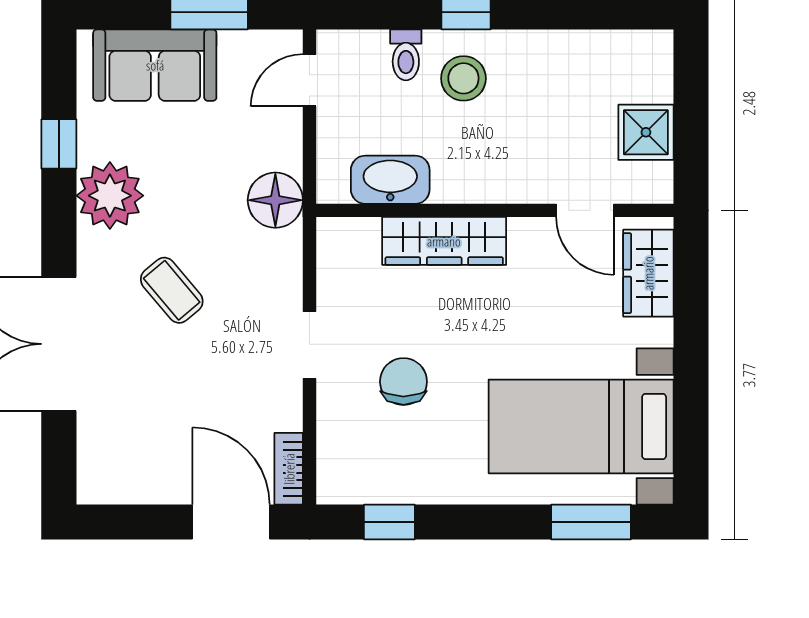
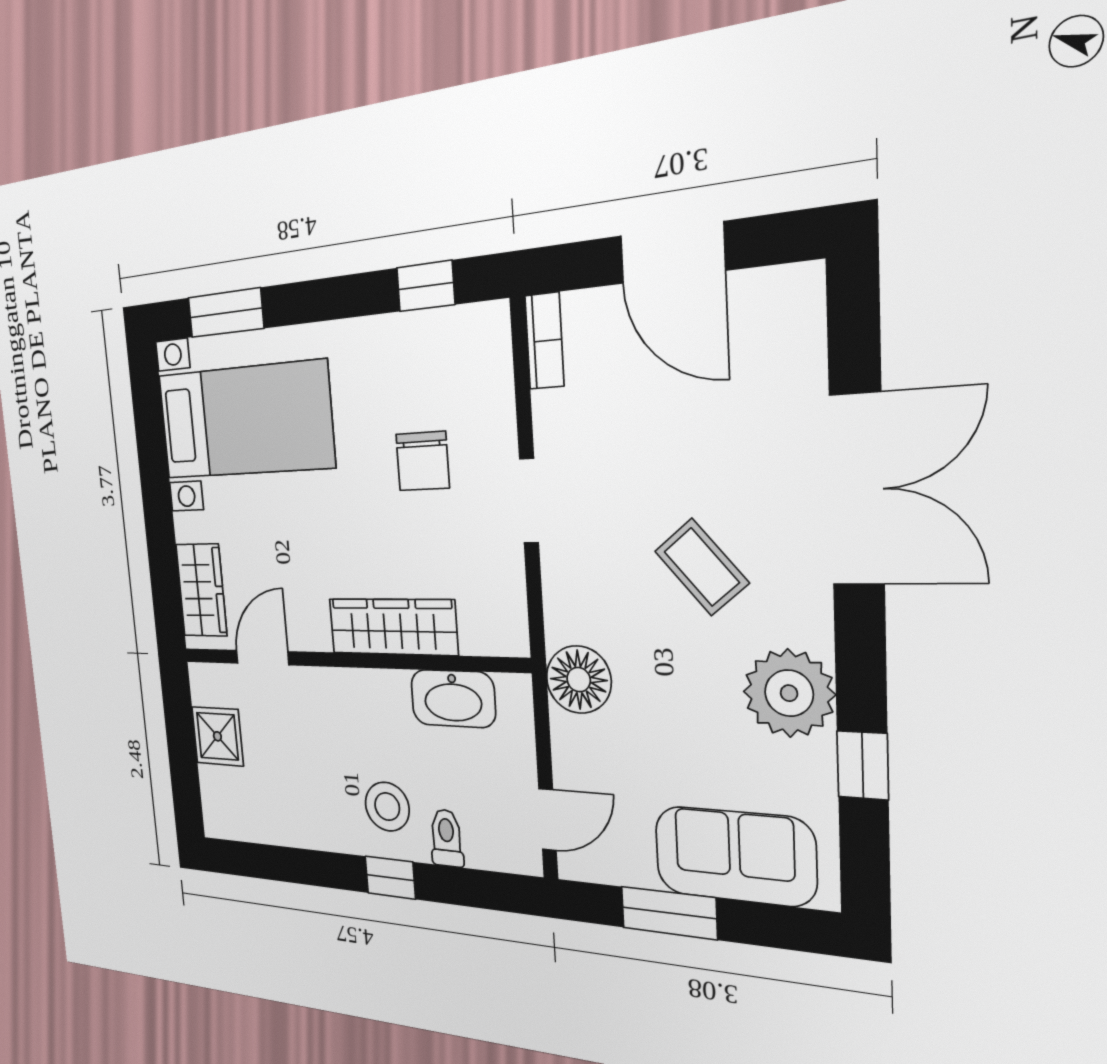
door: (585, 210) -> (262, 657), hinge flipped
door: (231, 522) -> (672, 253), moved

